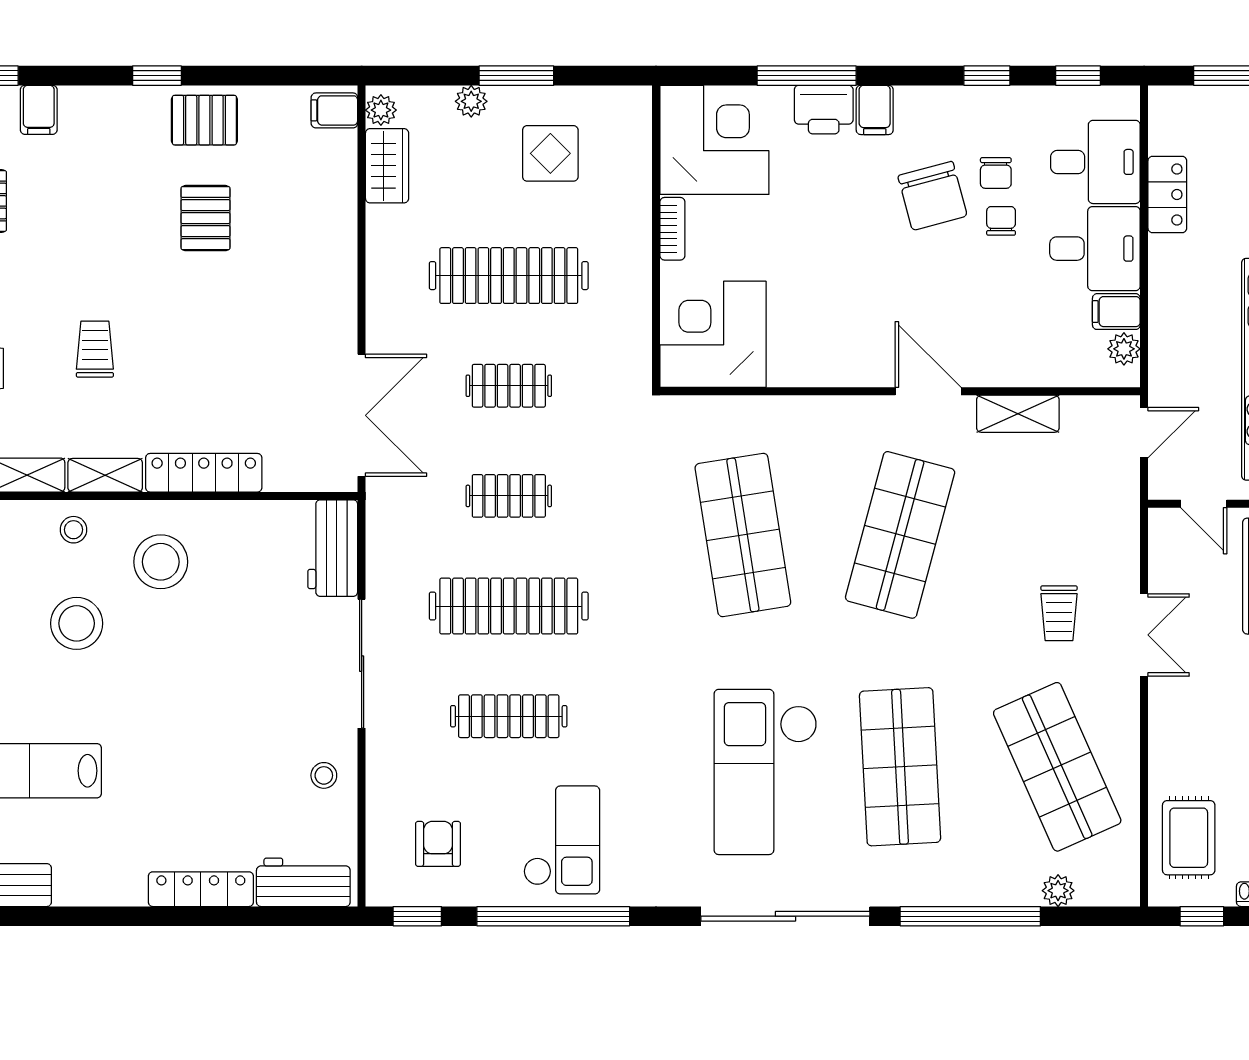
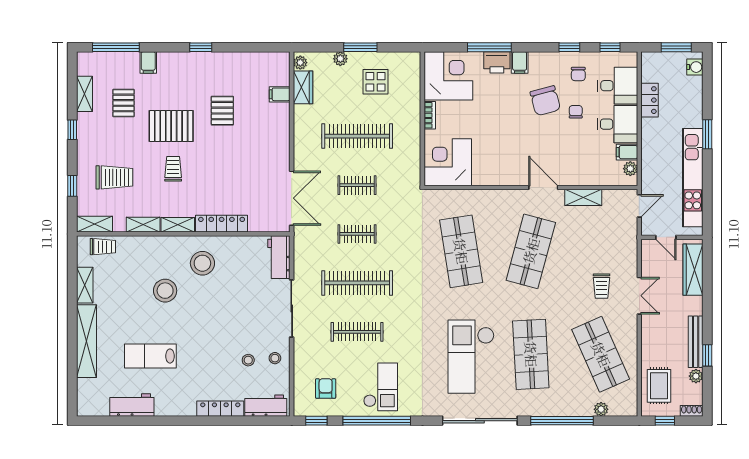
filing cabinet: (334, 110) -> (280, 94), moved
pallet: (204, 120) -> (171, 126), moved, width x1.50, depth x1.42
chair: (996, 173) -> (578, 74), moved
stool: (74, 530) -> (248, 360), moved

